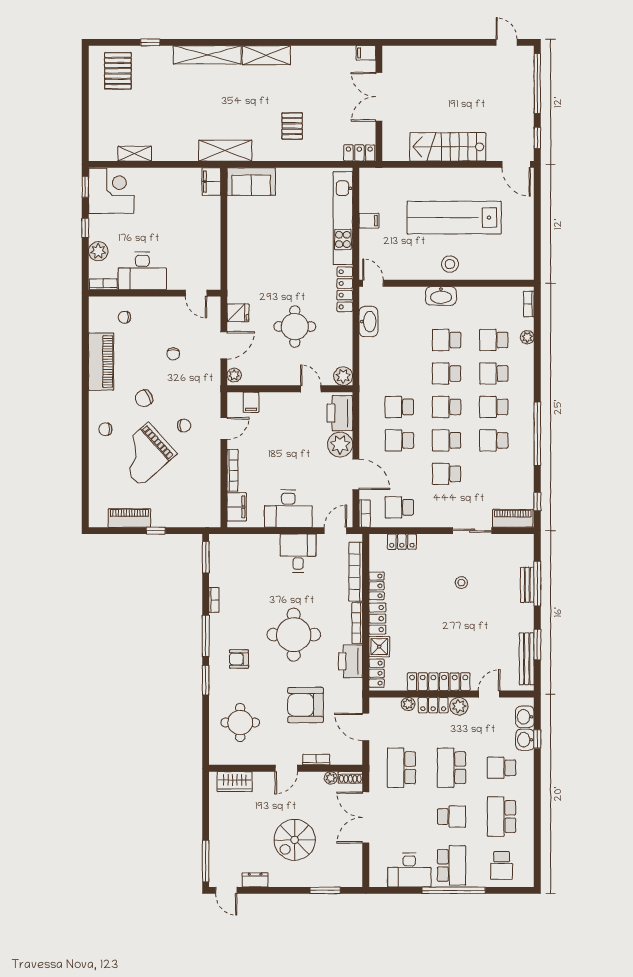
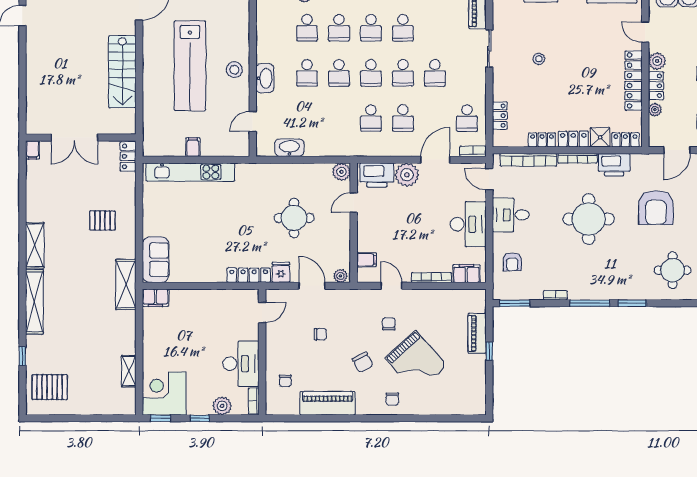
door: (373, 283) -> (253, 121), moved
locker: (345, 289) -> (249, 275), moved, turned 180
piano: (129, 518) -> (477, 333), moved
armchair: (239, 659) -> (512, 262), moved

